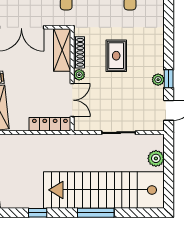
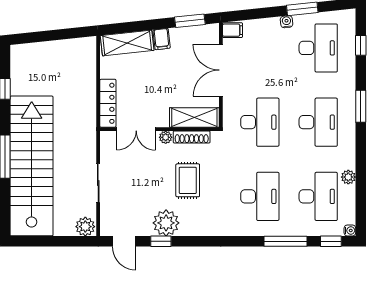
rug: (116, 56) -> (188, 180), turned 90
plant: (158, 80) -> (166, 223), width x1.88, depth x1.88
plant: (156, 158) -> (85, 227), moved

